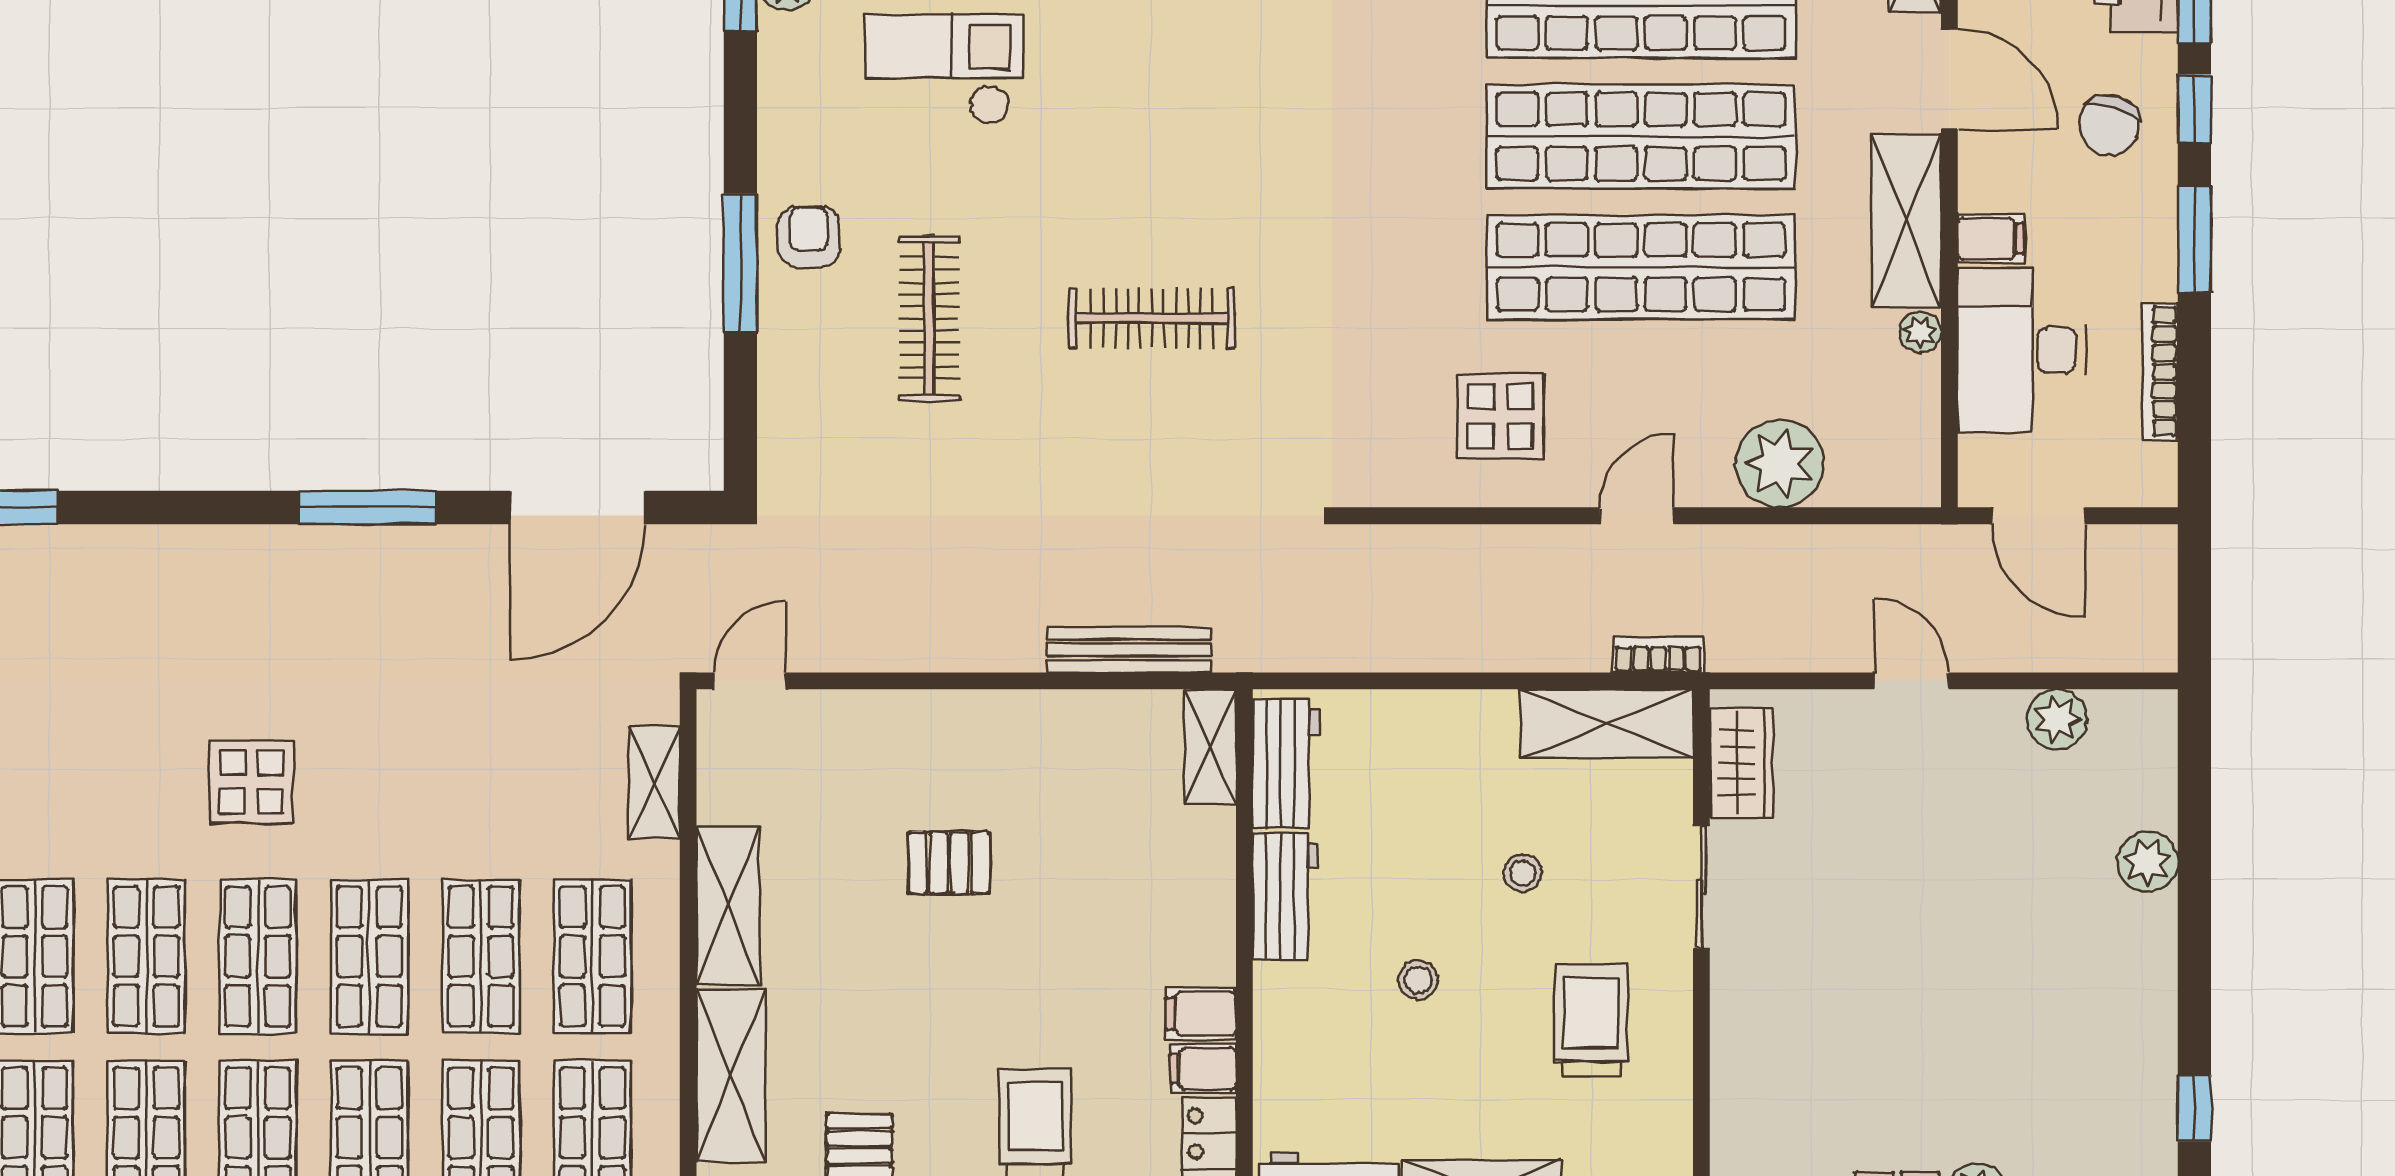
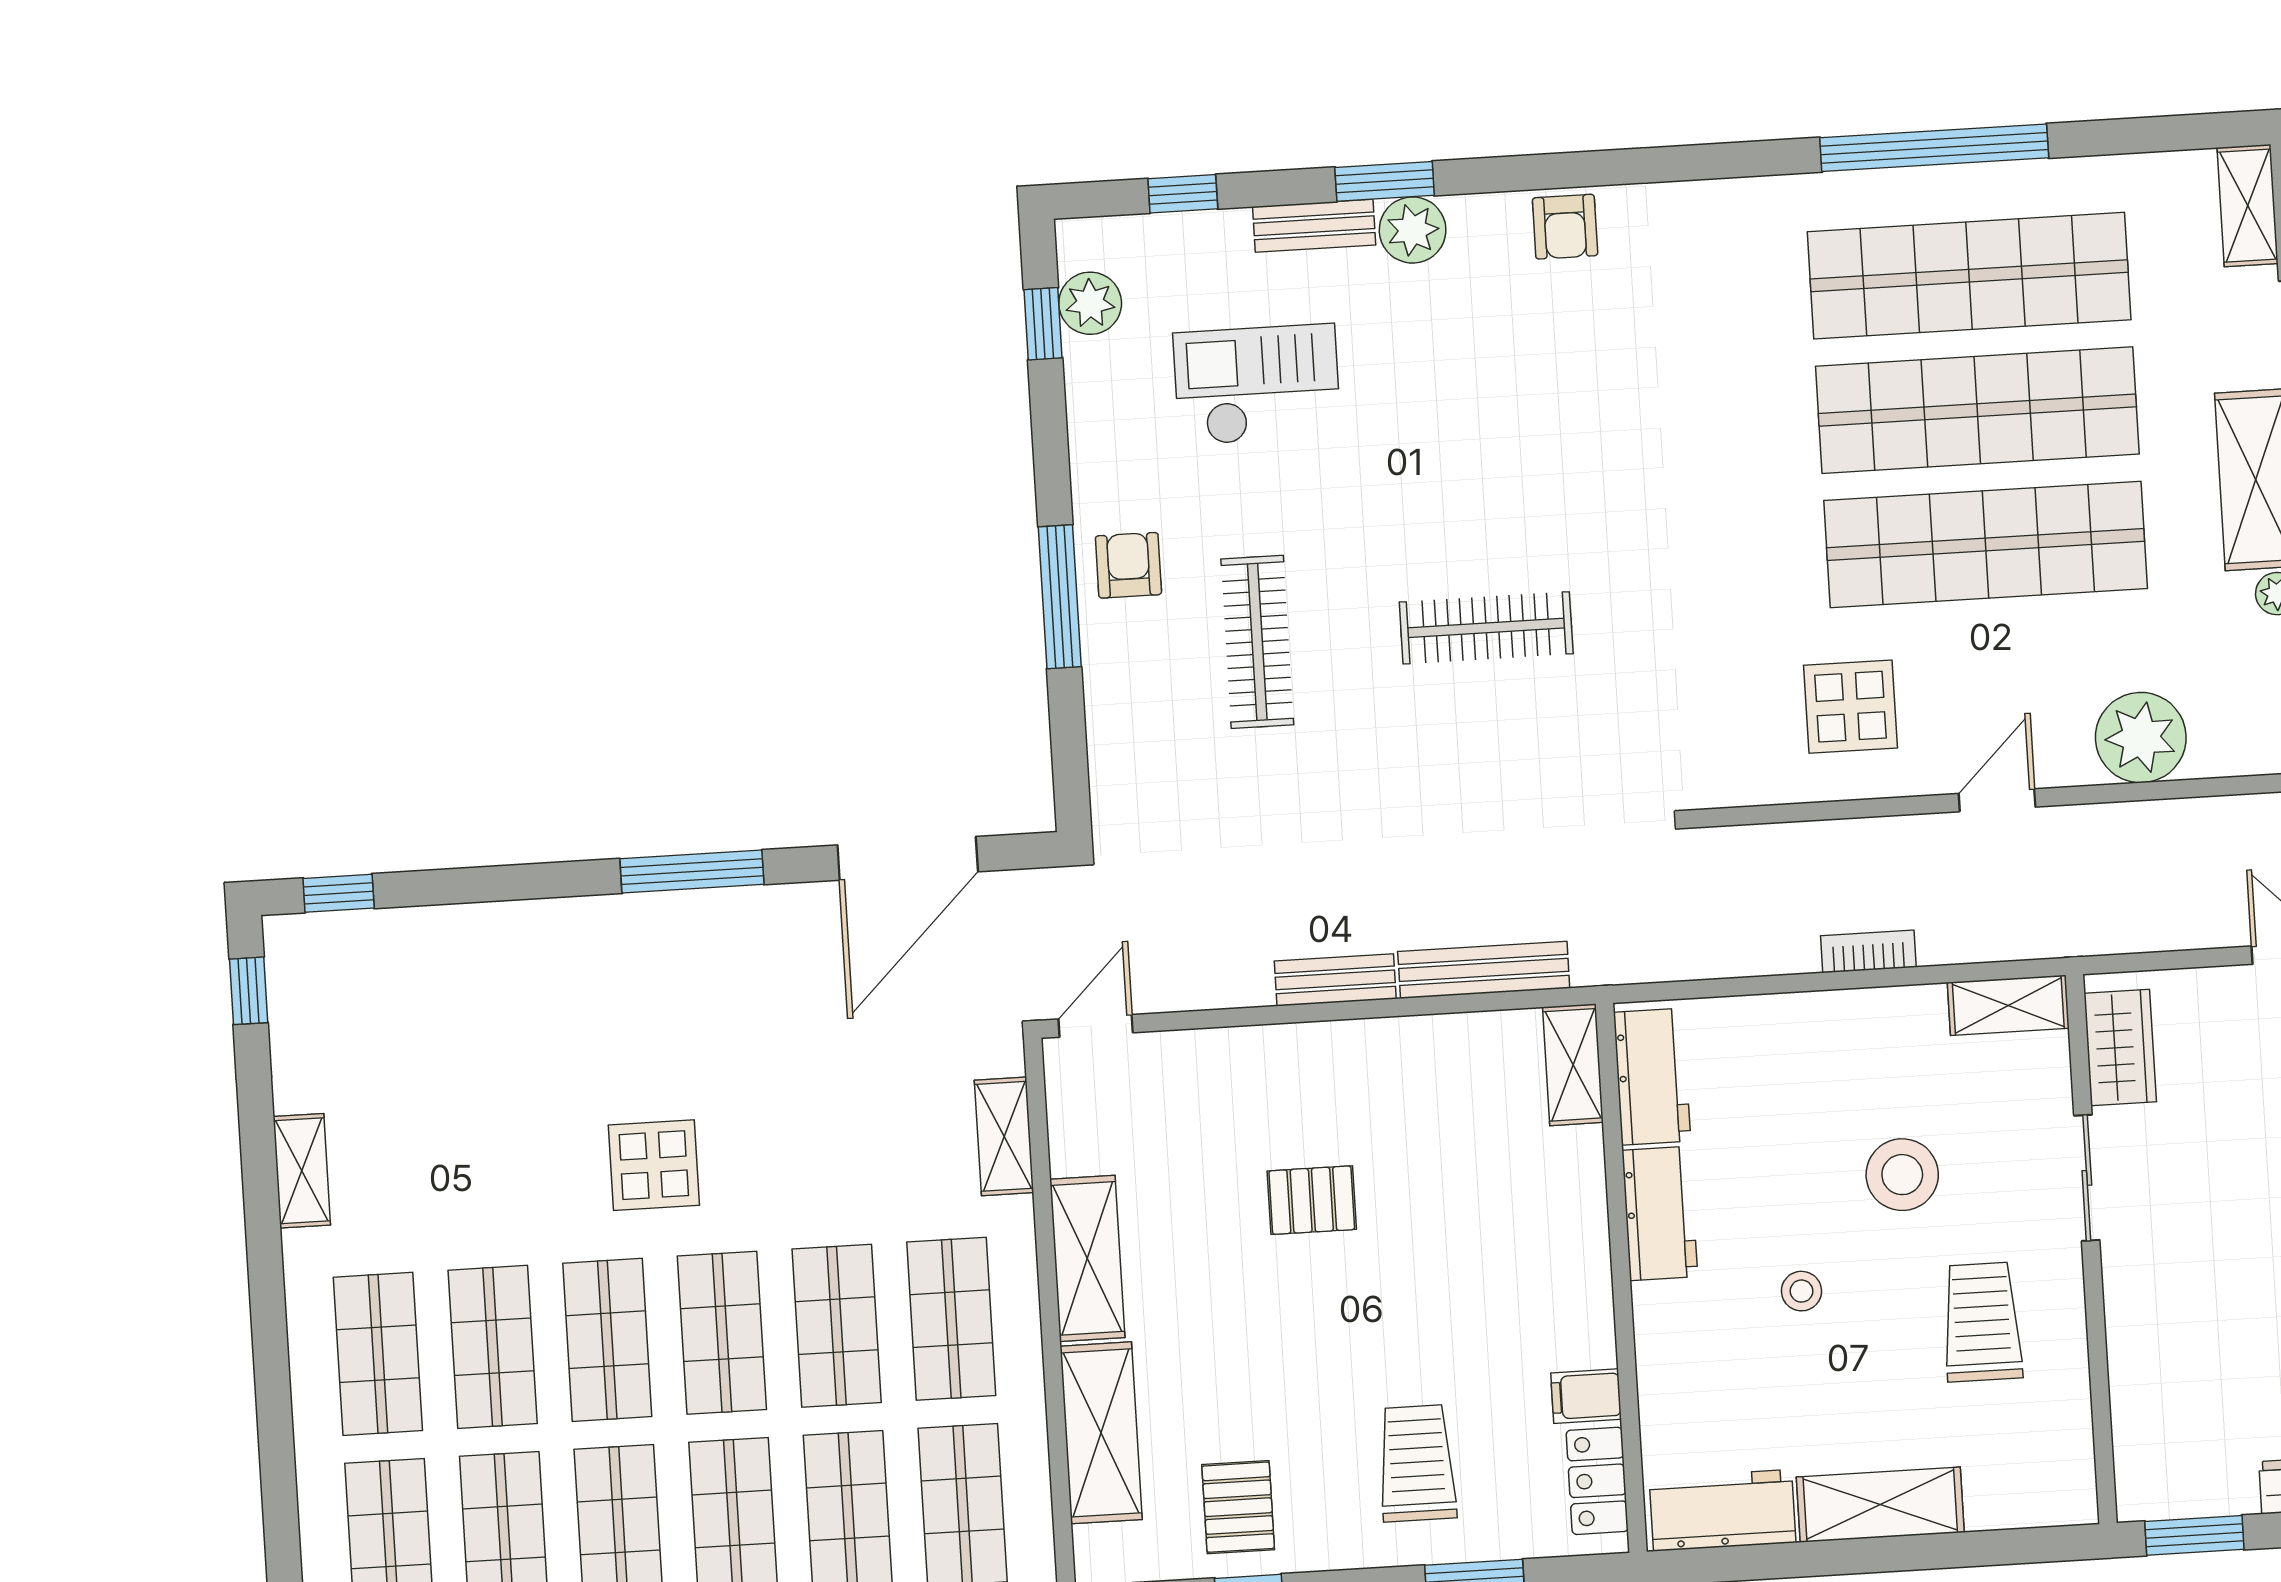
bench: (985, 651) -> (1335, 980), added
bookcase: (1658, 655) -> (1868, 951), moved
shelving: (1607, 724) -> (2008, 1005), width x0.67, depth x0.75
display table: (251, 782) -> (654, 1165), moved
stool: (1523, 873) -> (1902, 1175), width x1.89, depth x1.89
filing cabinet: (1201, 1013) -> (1580, 1339), removed

